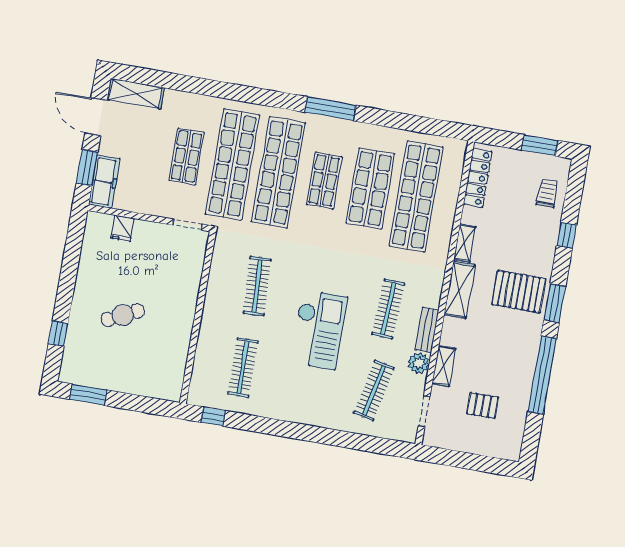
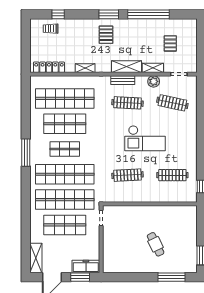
window: (540, 145) -> (26, 37), removed
shop shelf: (187, 157) -> (65, 225), width x1.43, depth x1.36
fridge: (122, 228) -> (109, 253), removed
window: (567, 235) -> (58, 14), moved
shelving: (459, 290) -> (127, 67), moved
pallet: (519, 292) -> (106, 35), width x0.67, depth x0.71
checkout: (319, 330) -> (145, 138), turned 180
bench: (427, 330) -> (123, 80), moved
window: (58, 334) -> (171, 277), width x2.17

